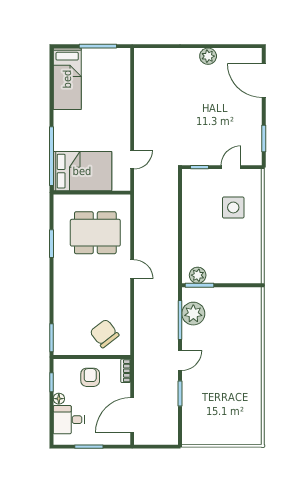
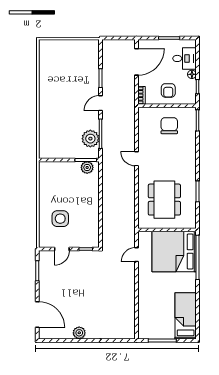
bed: (82, 171) -> (174, 251), width x1.36
dining table: (95, 233) -> (164, 200), turned 90
door: (132, 269) -> (137, 159), moved
chair: (104, 333) -> (169, 126), moved, turned -142

